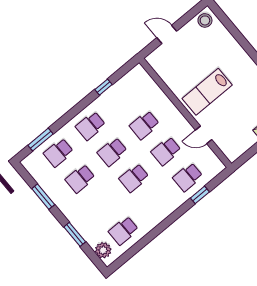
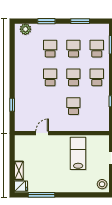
lab bench: (207, 92) -> (78, 153), moved
school desk: (166, 151) -> (50, 106), removed
school desk: (188, 177) -> (27, 106), removed
school desk: (123, 231) -> (50, 49), moved

